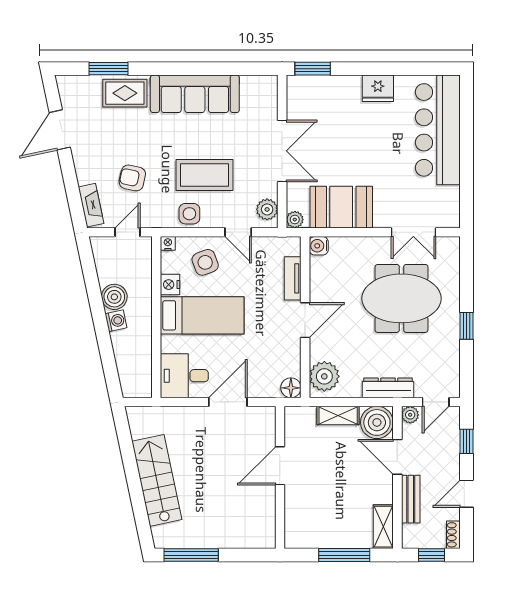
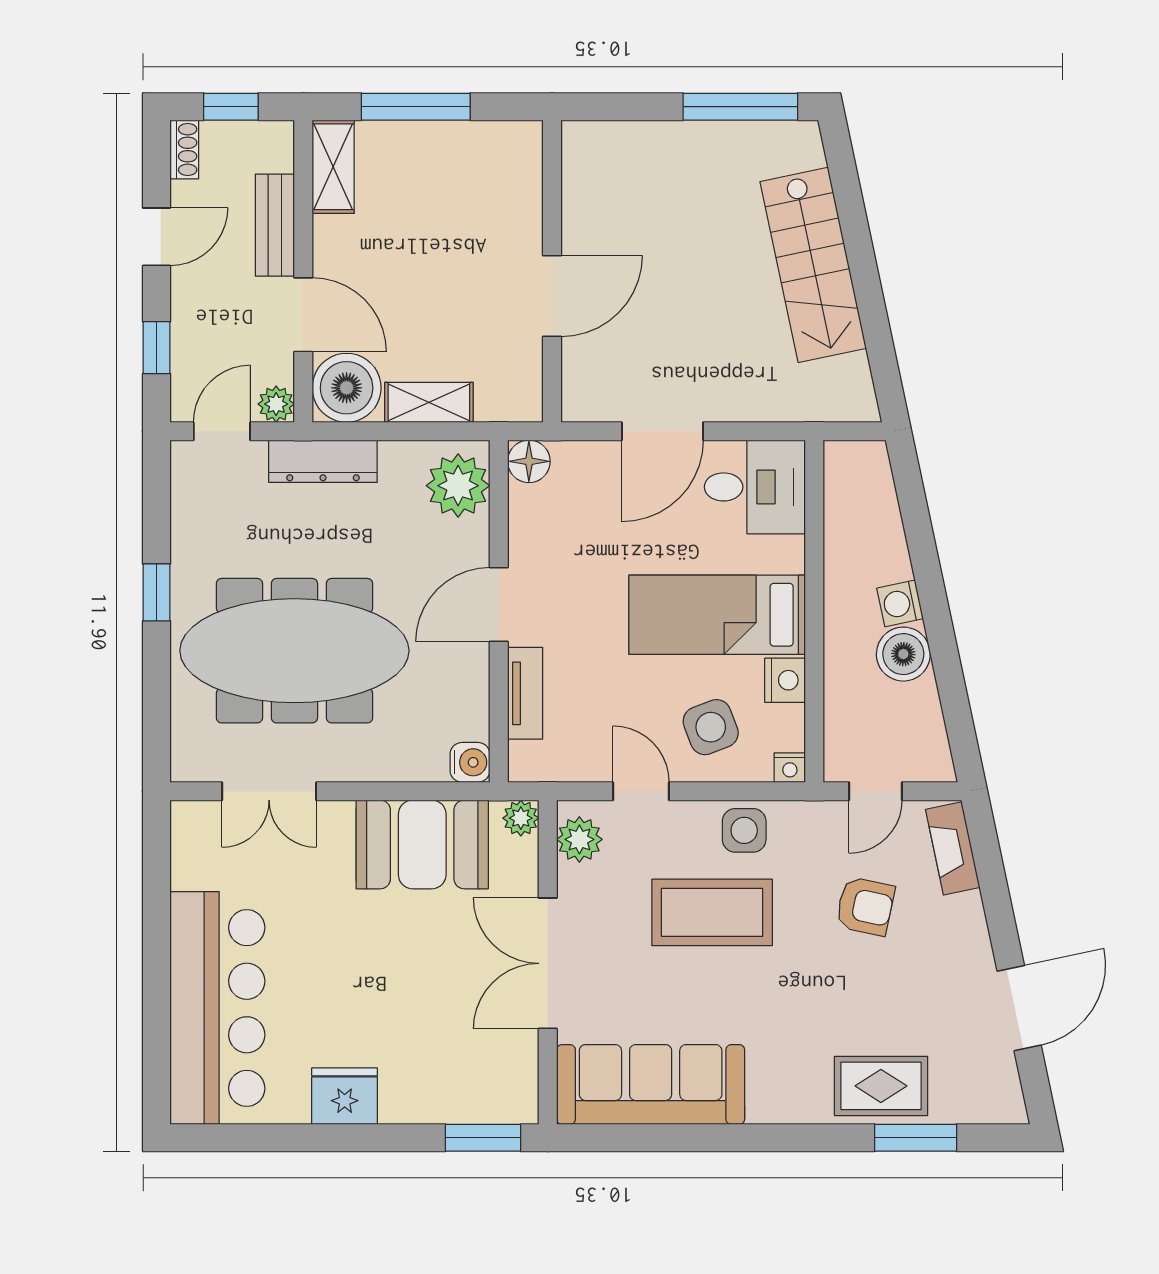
sofa: (195, 94) -> (651, 1085), moved
double door: (413, 232) -> (269, 791), swing flipped
meeting table: (401, 298) -> (294, 651), width x1.36

